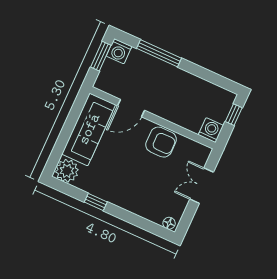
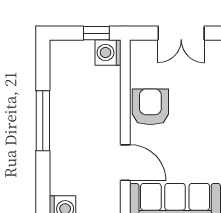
window: (159, 53) -> (43, 121), moved
window: (234, 115) -> (96, 33), moved

